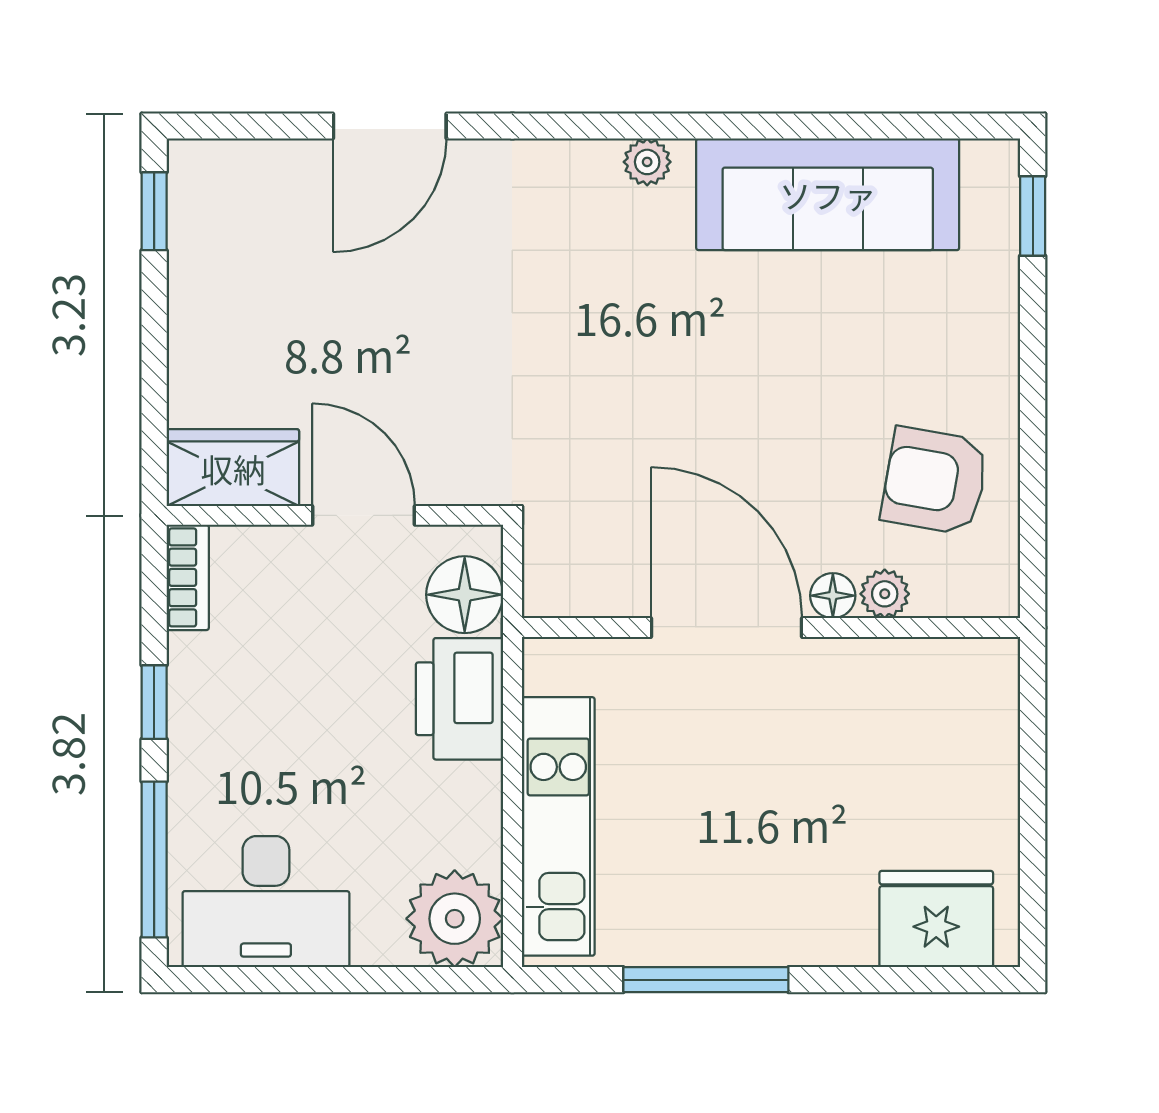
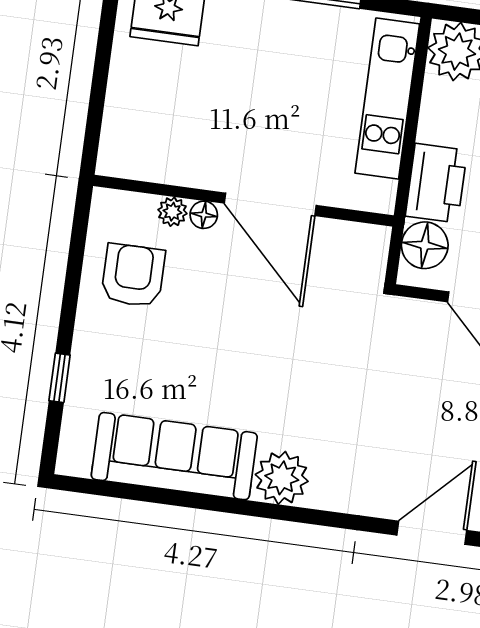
plant: (647, 162) -> (282, 478), width x1.88, depth x1.88
window: (1033, 216) -> (60, 378), moved
armchair: (935, 481) -> (133, 275), turned -100

